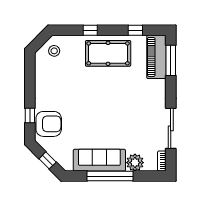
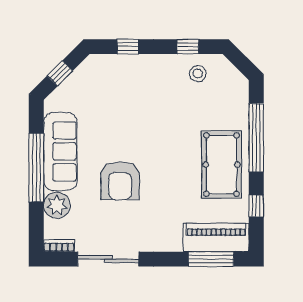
window: (90, 30) -> (256, 138), width x3.17
stool: (54, 51) -> (198, 74), moved
window: (30, 76) -> (188, 47), added
armchair: (49, 124) -> (120, 181), moved

